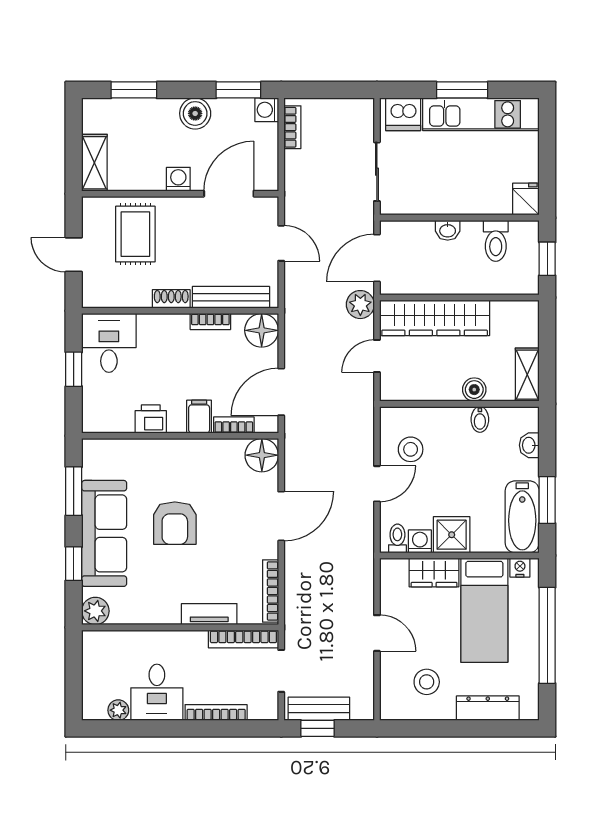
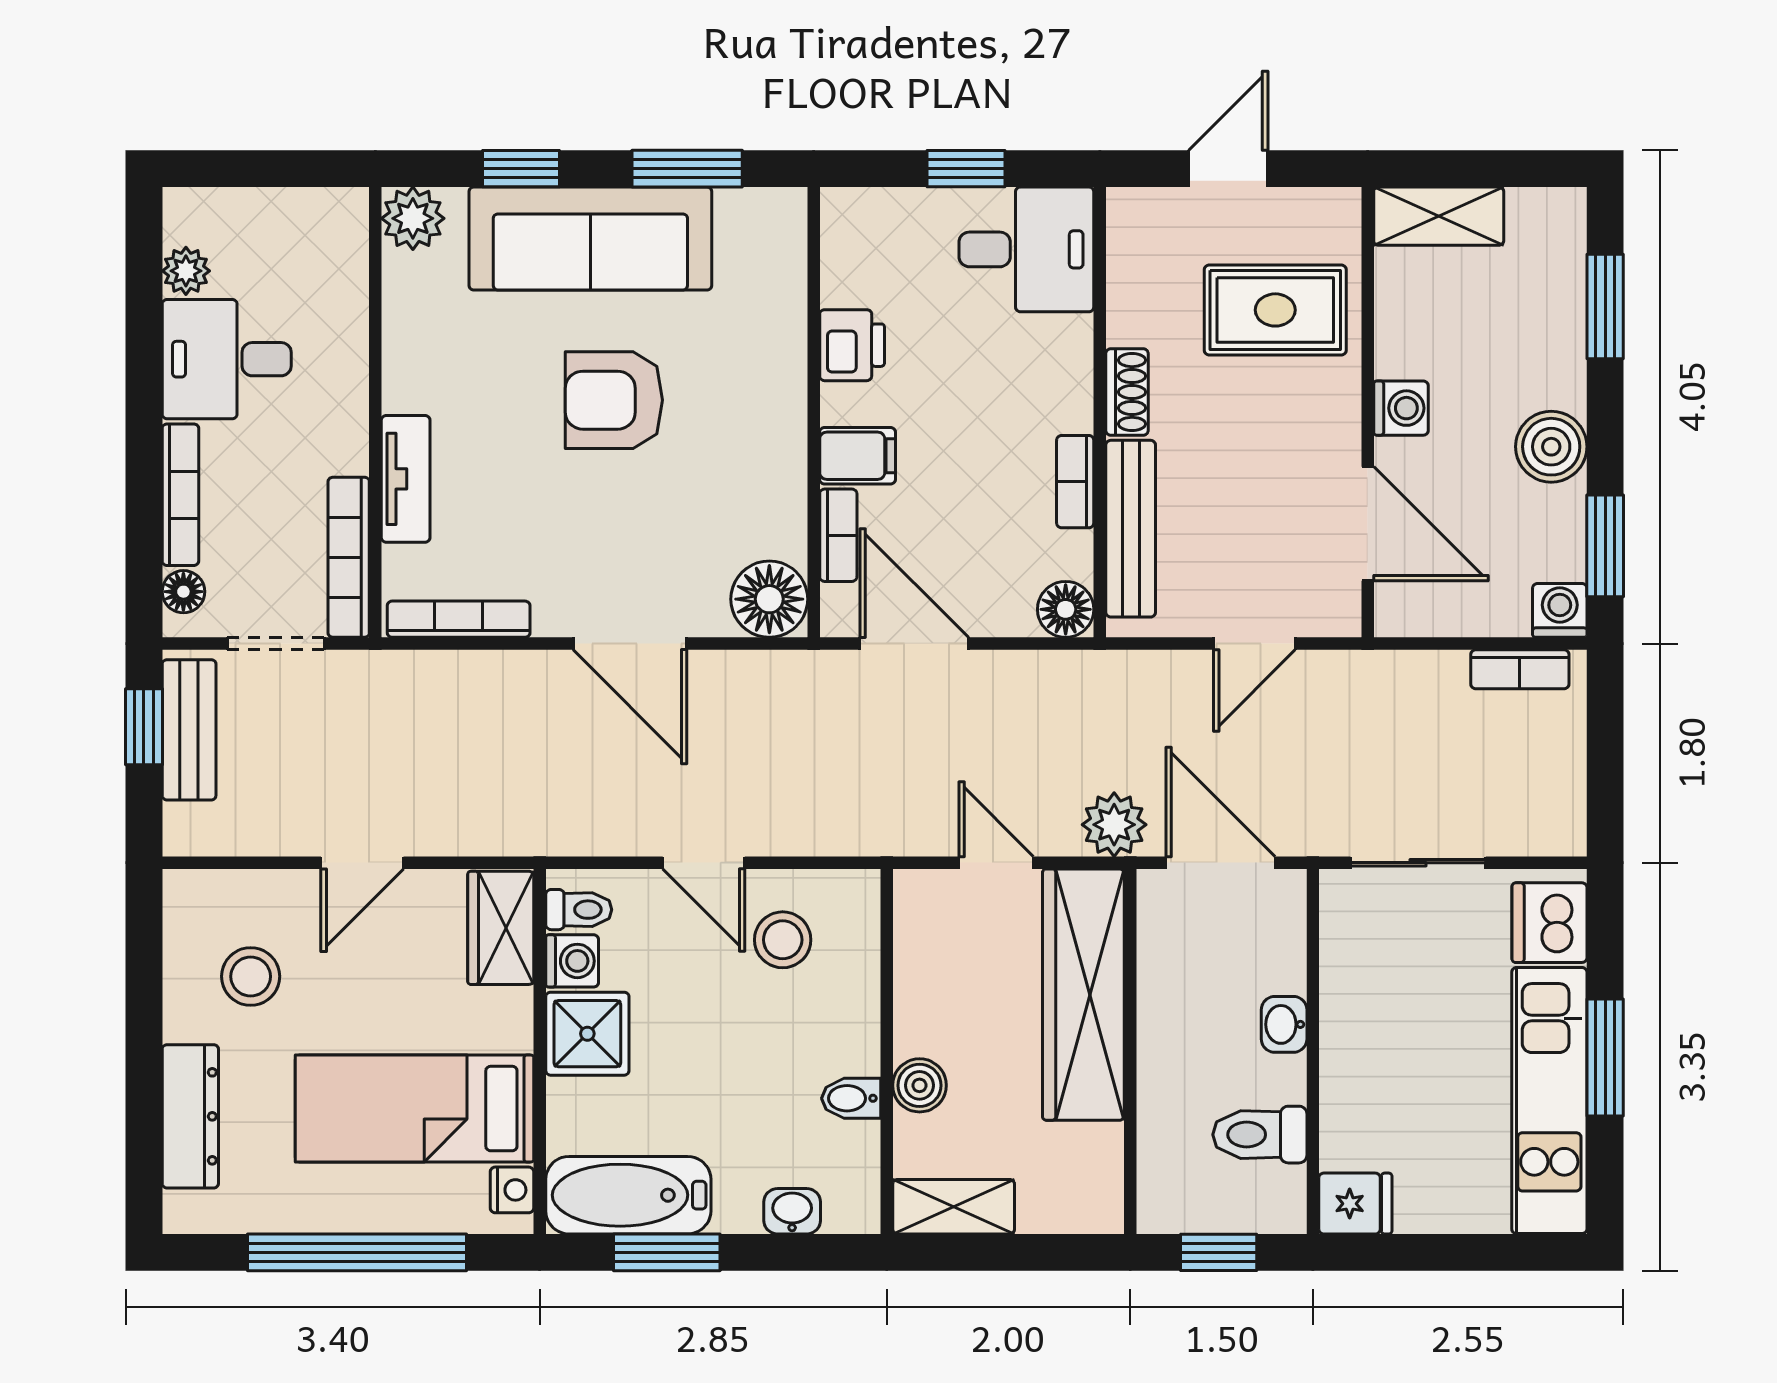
floor lamp: (262, 330) -> (1066, 609), width x0.73, depth x0.73
wardrobe: (434, 573) -> (501, 928), moved
floor lamp: (258, 711) -> (183, 592), added

